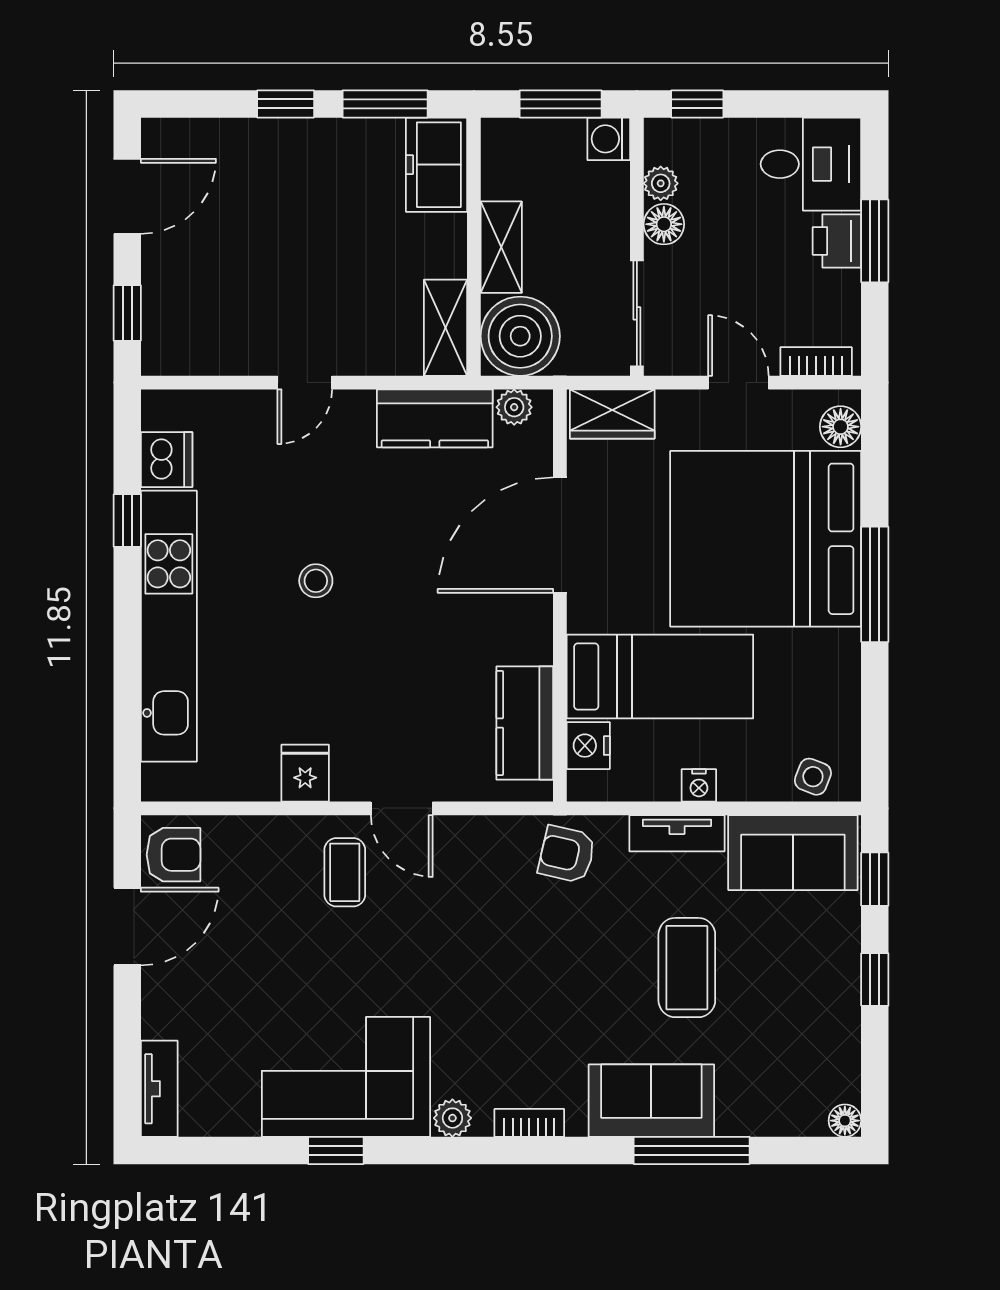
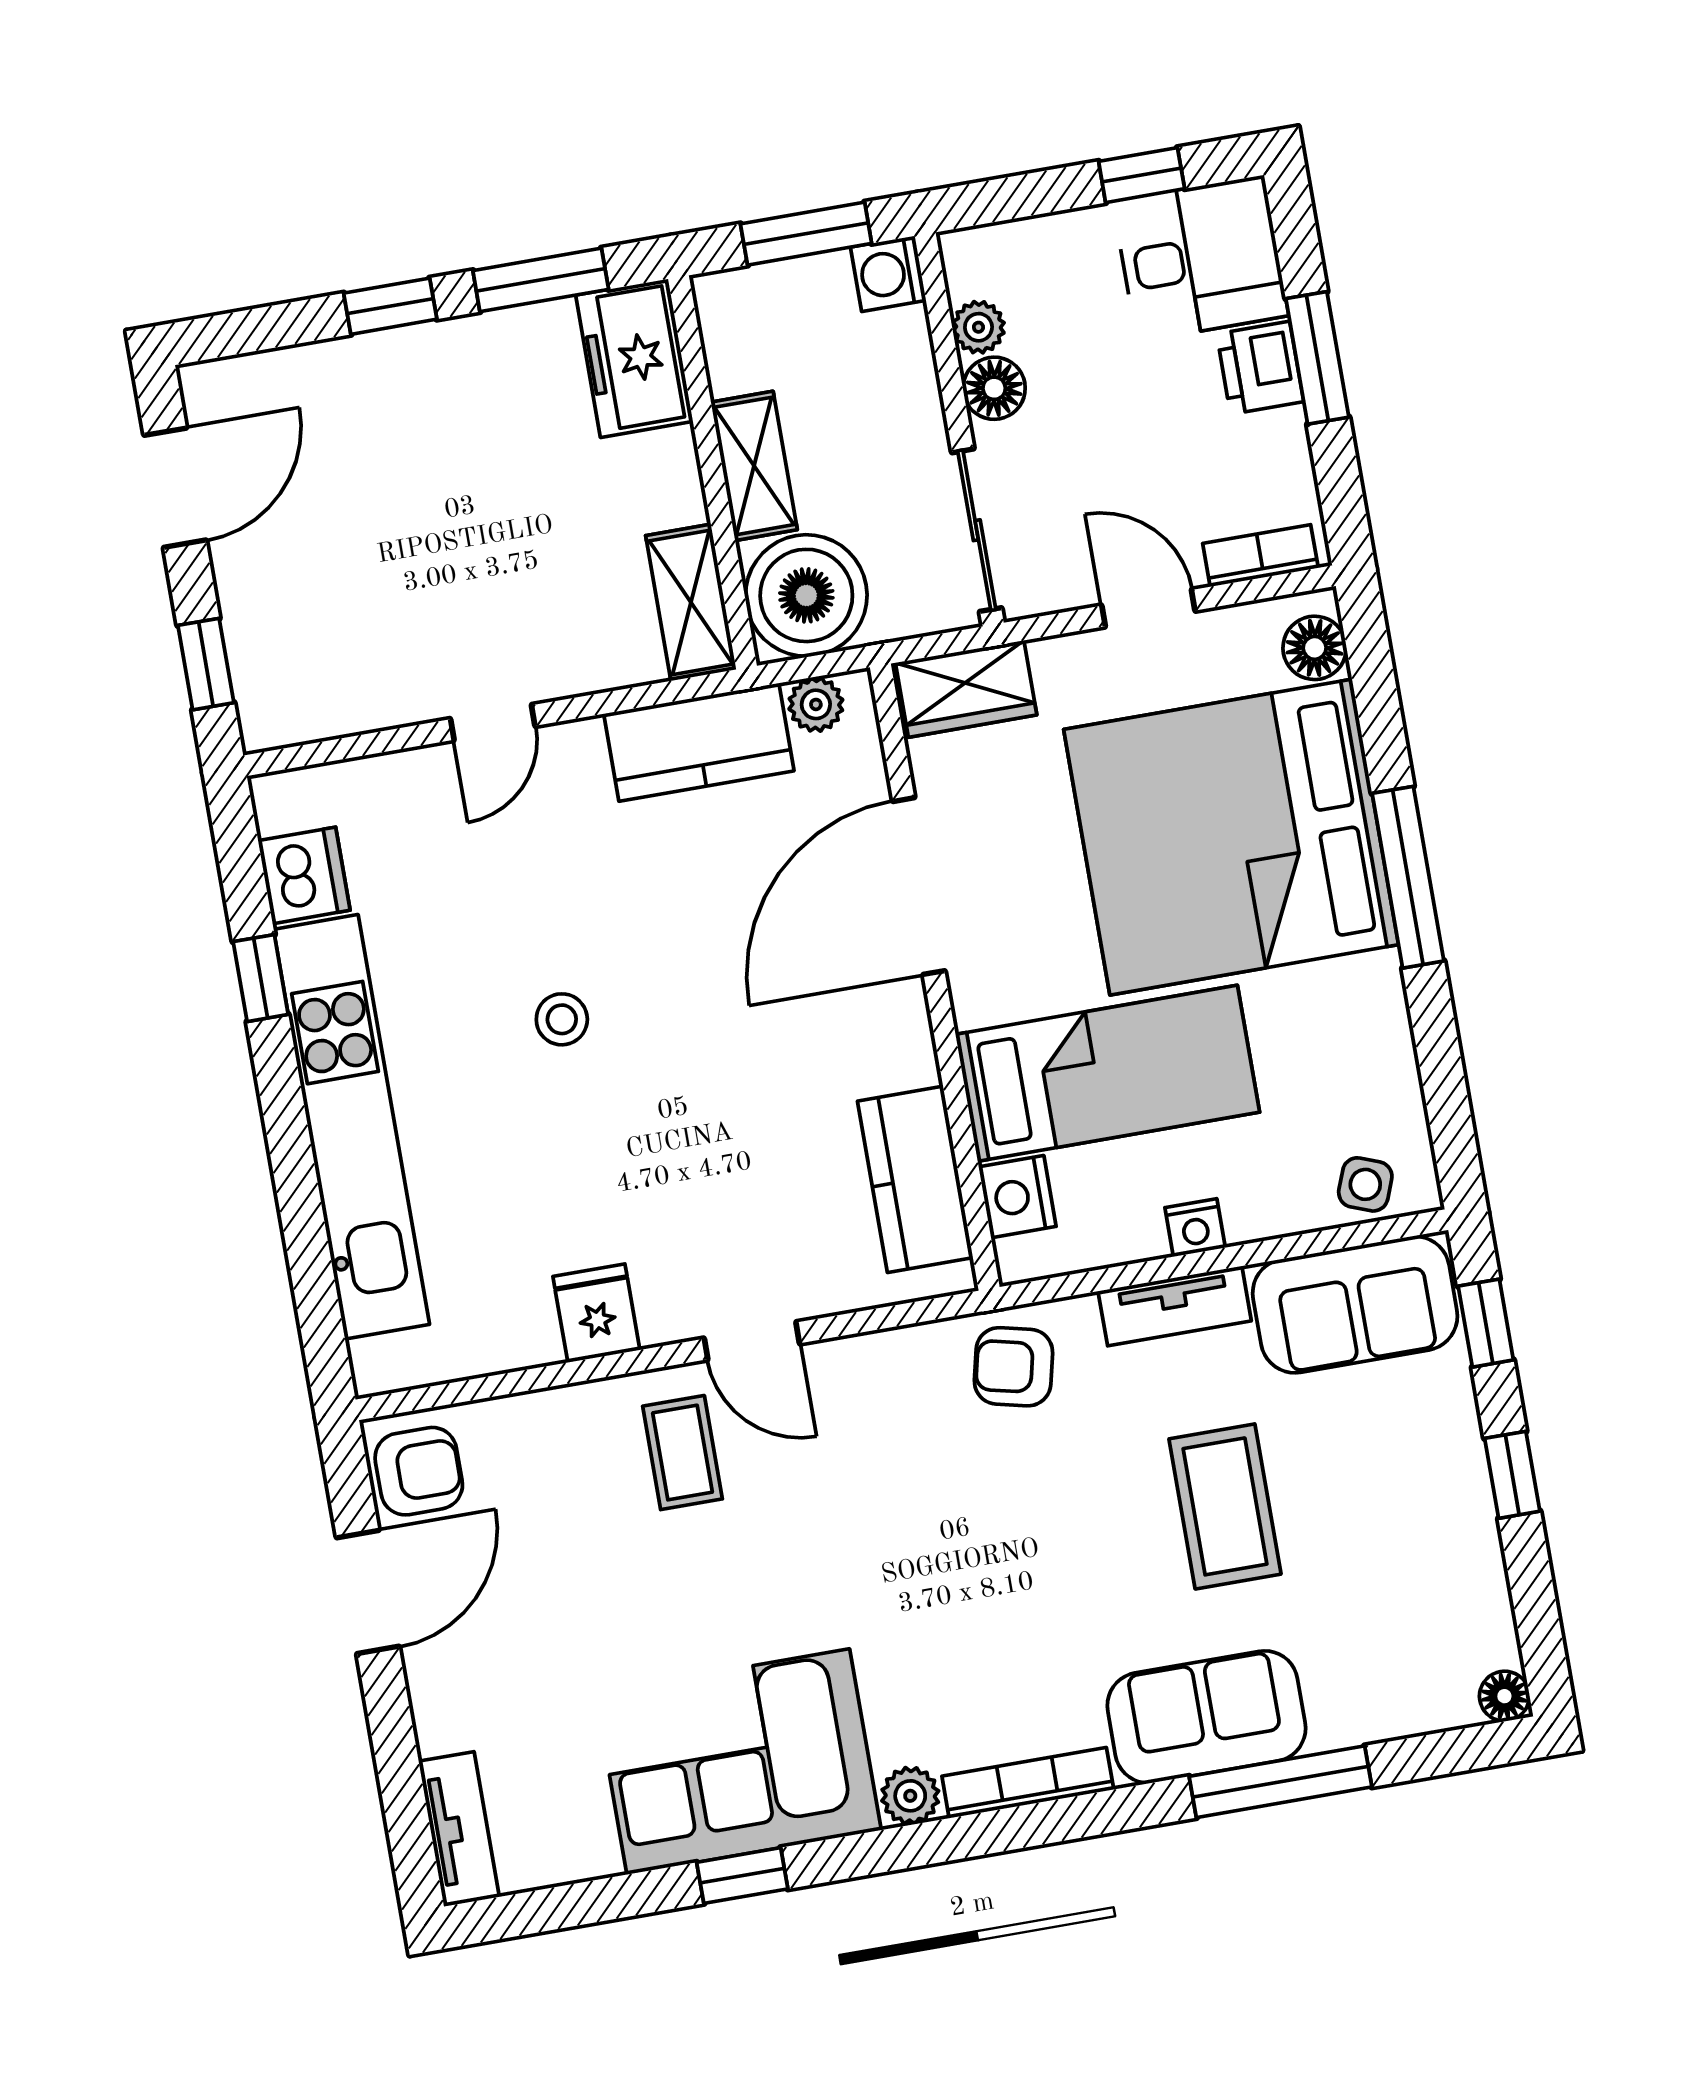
window: (697, 104) -> (1142, 175), moved
bookcase: (529, 1123) -> (1028, 1783), width x1.56

